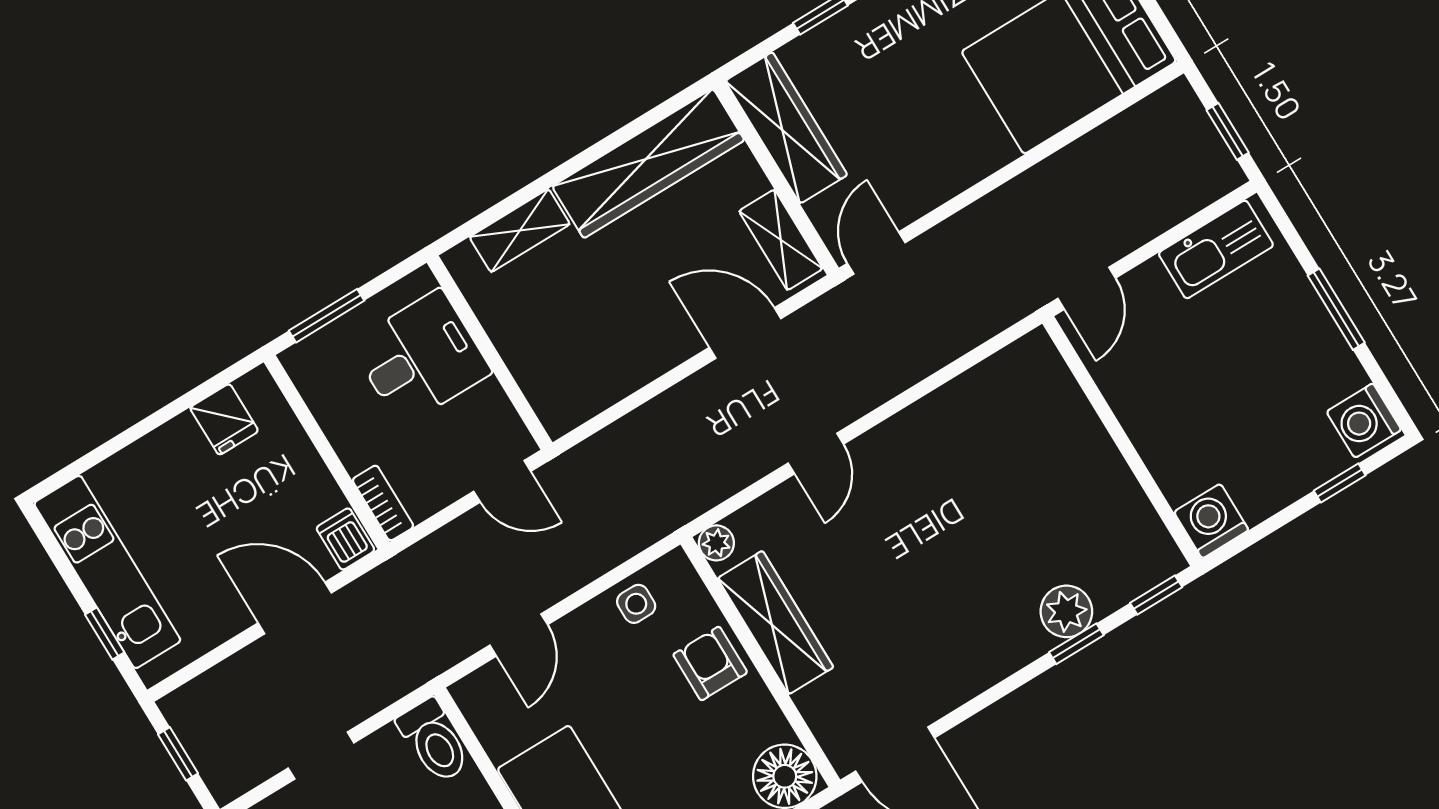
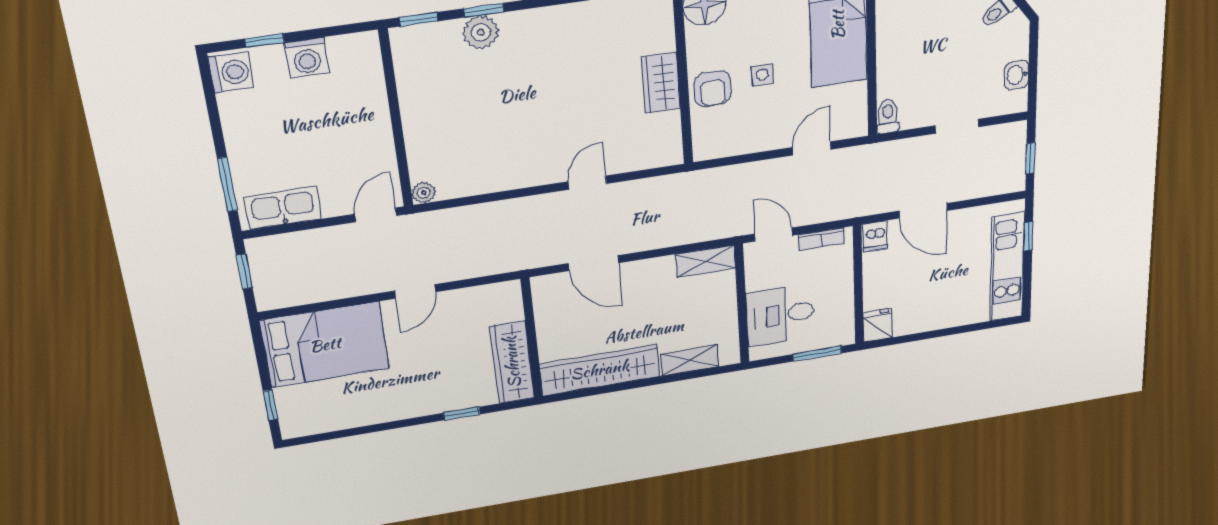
shelving: (781, 240) -> (705, 261), moved, turned 90
door: (876, 253) -> (415, 291), moved
window: (1336, 309) -> (227, 185), moved
fridge: (224, 419) -> (877, 325), moved
bookcase: (383, 503) -> (821, 239), moved, turned -90
washing machine: (1211, 521) -> (307, 58), moved
plant: (716, 543) -> (424, 193), moved
side table: (636, 604) -> (762, 75), moved
wardrobe: (776, 623) -> (661, 83), width x0.67
toilet: (434, 741) -> (888, 116), width x0.73, depth x0.72

